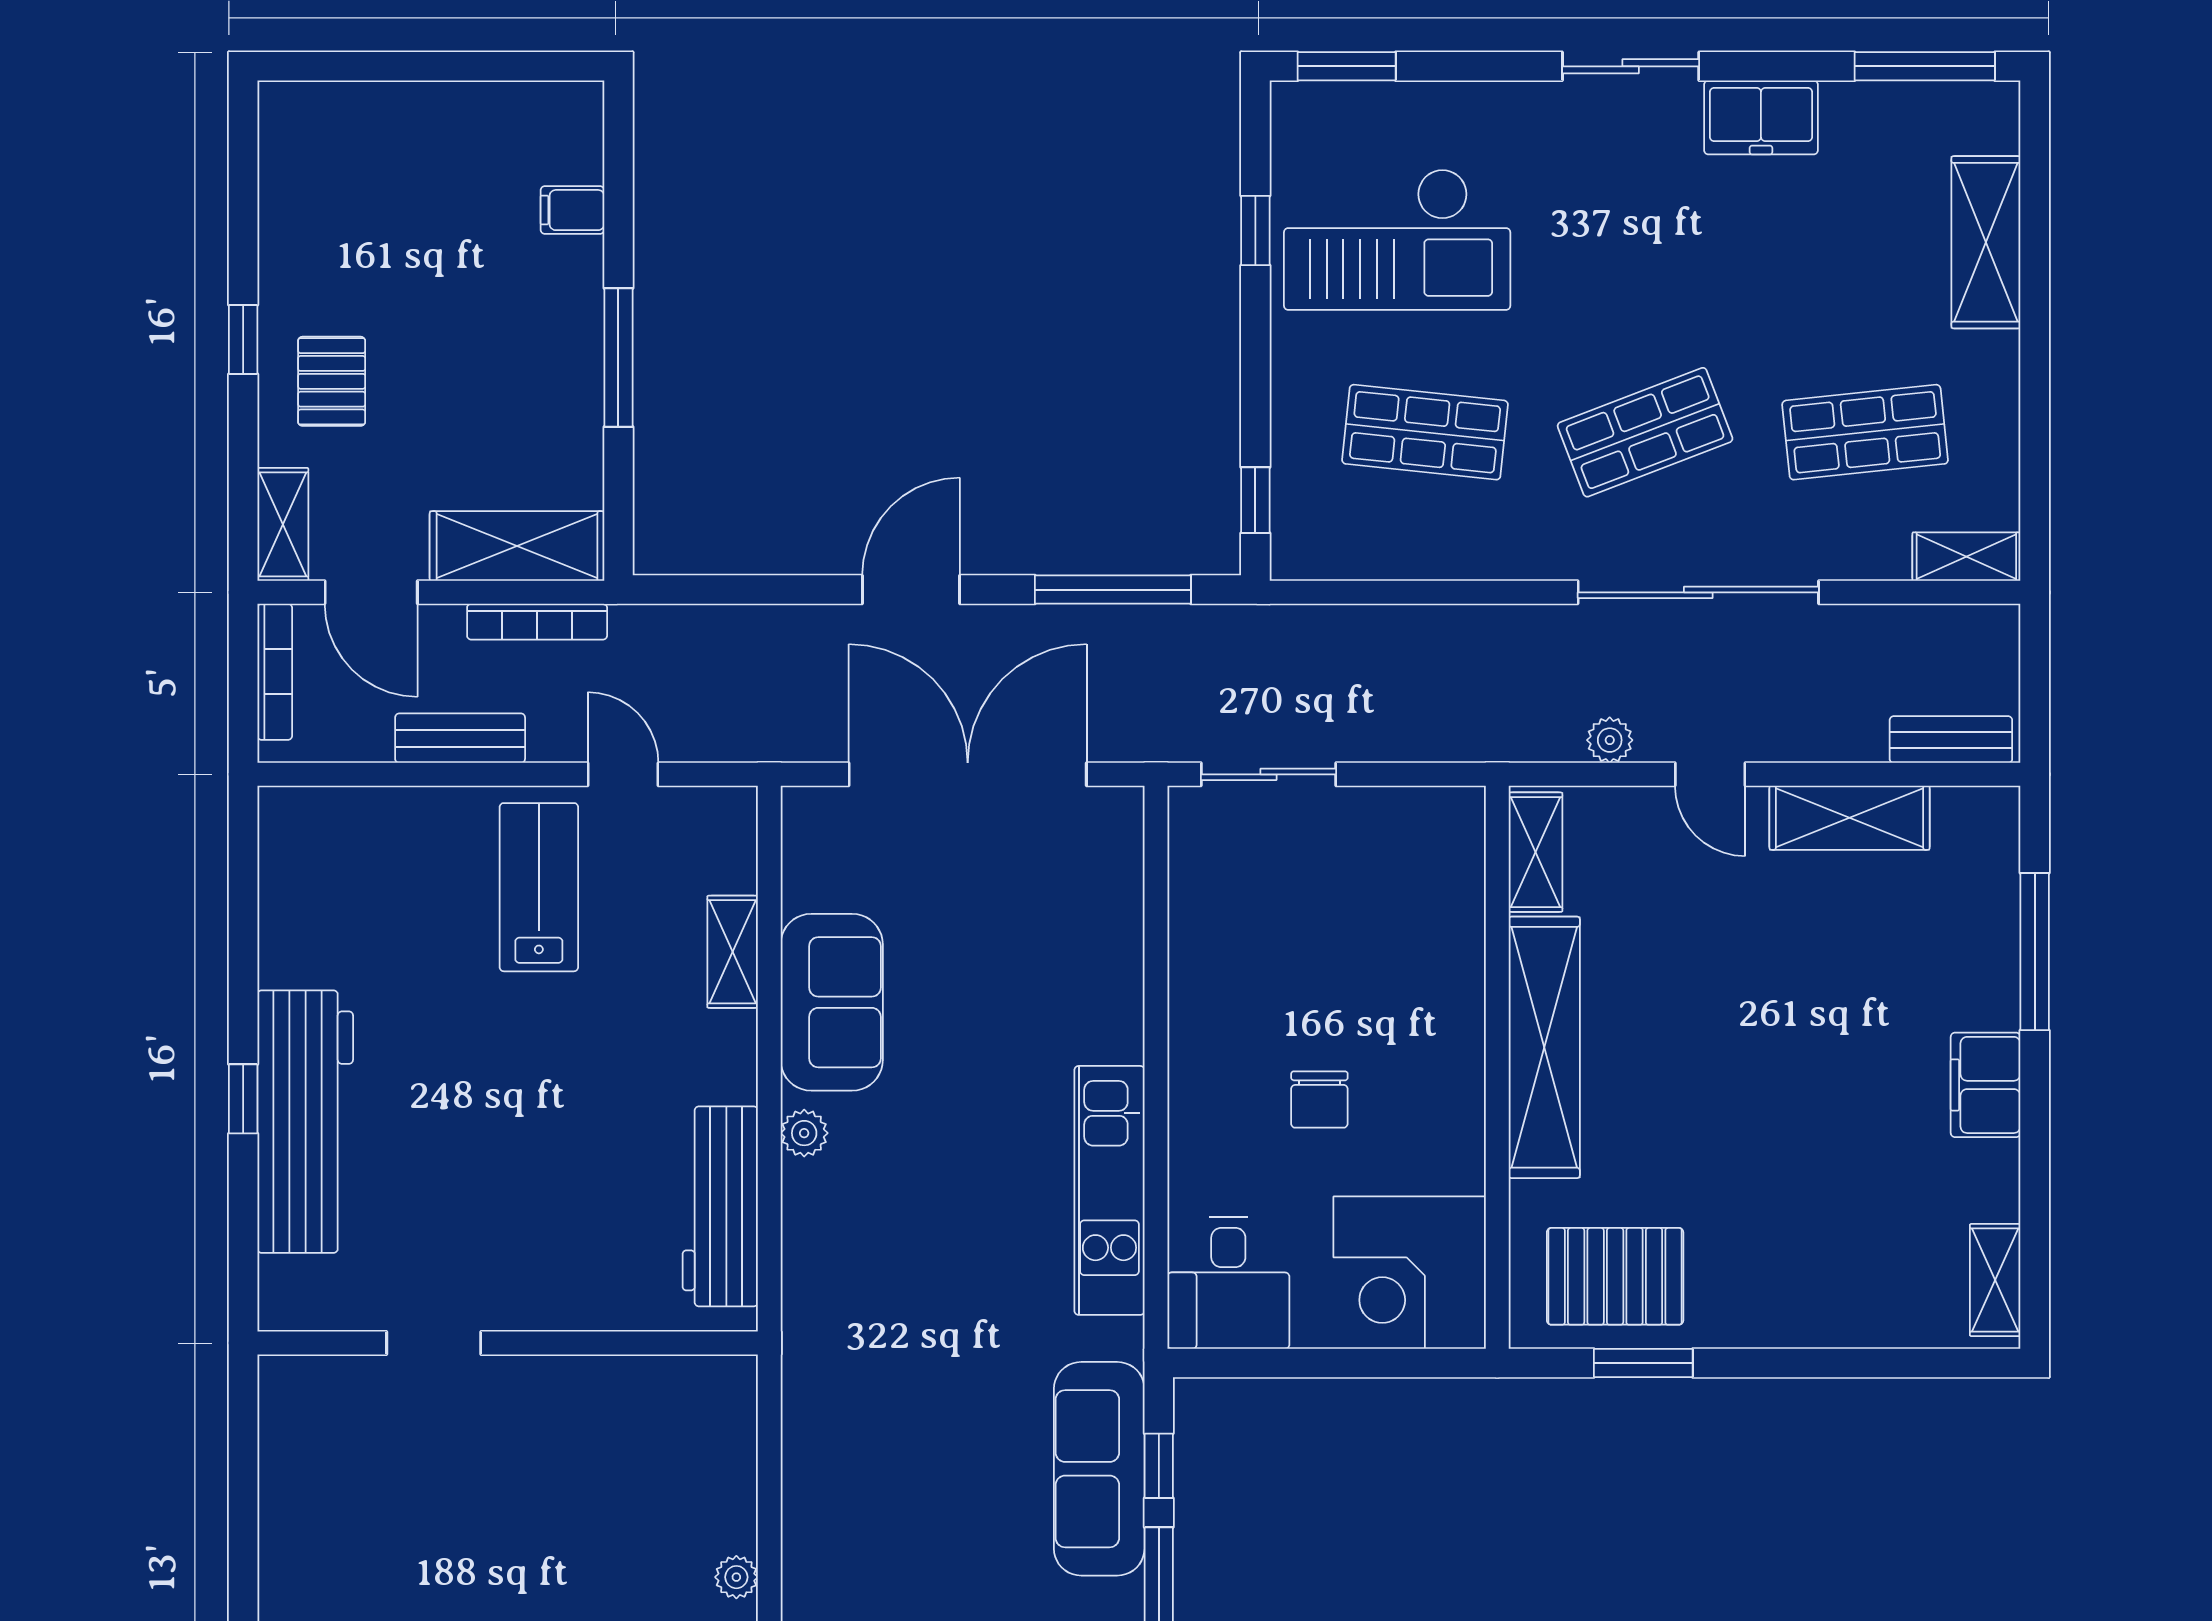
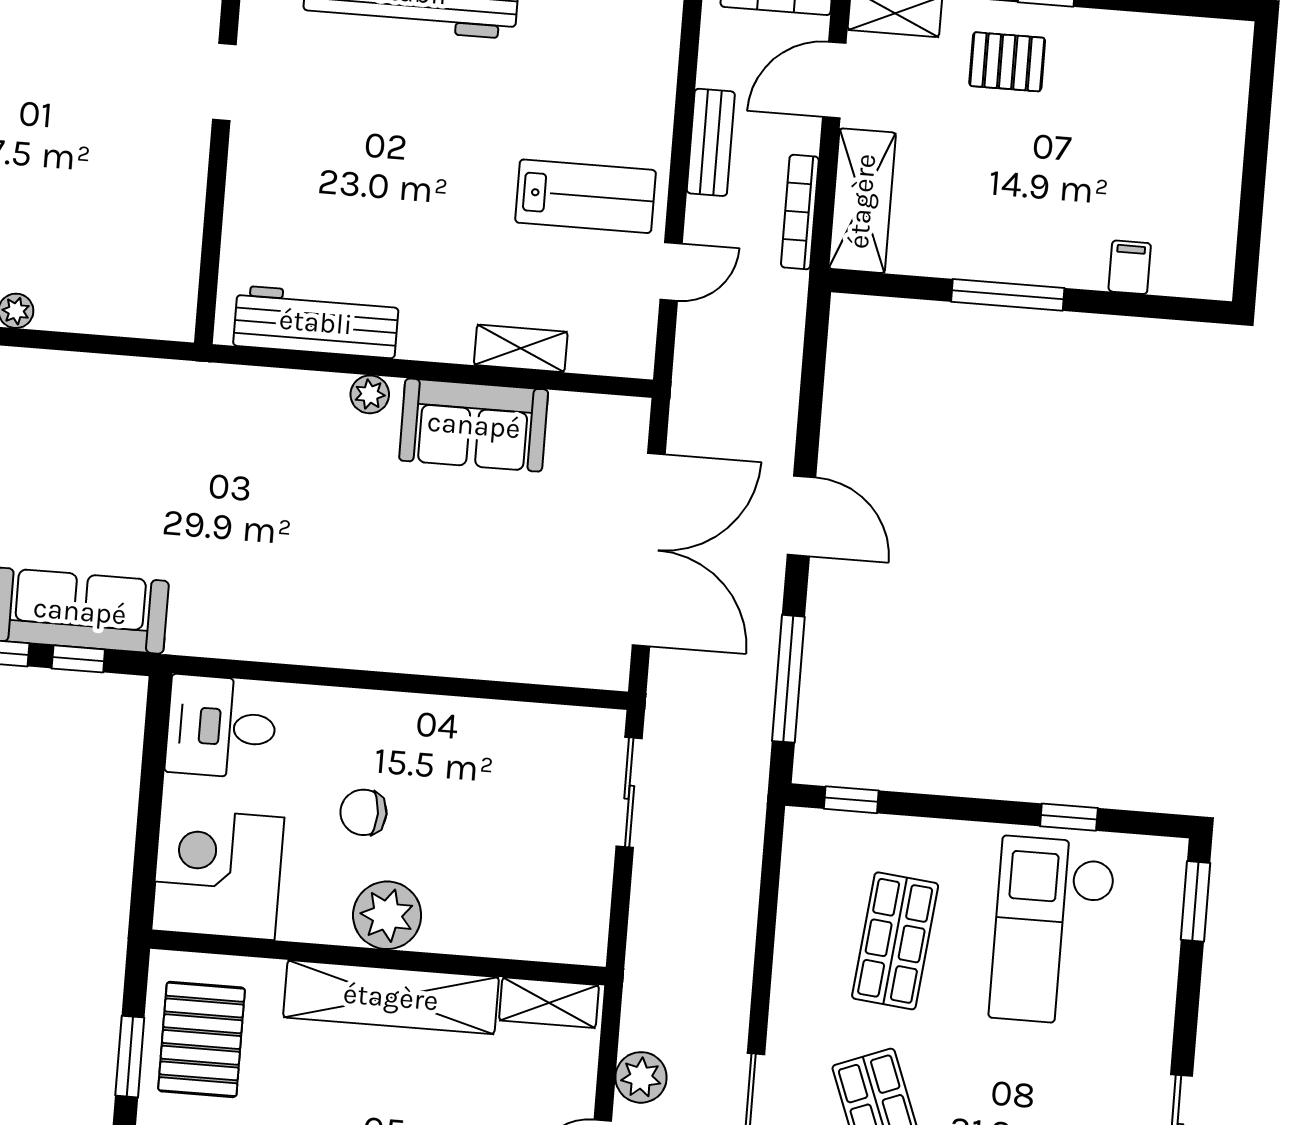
plant: (1610, 740) -> (641, 1077), width x1.38, depth x1.38
plant: (1444, 1060) -> (387, 915), added
kitchen unit: (1109, 1190) -> (304, 637), removed

